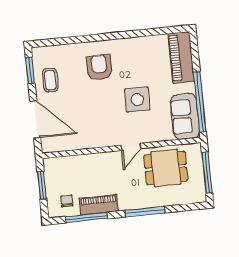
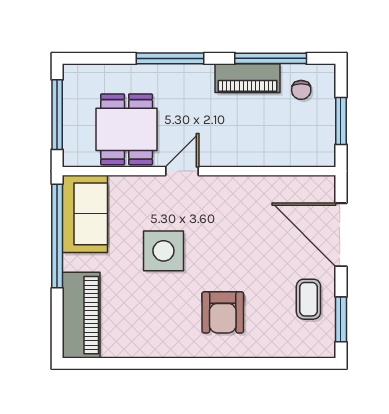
dining table: (166, 168) -> (127, 129), turned 90

